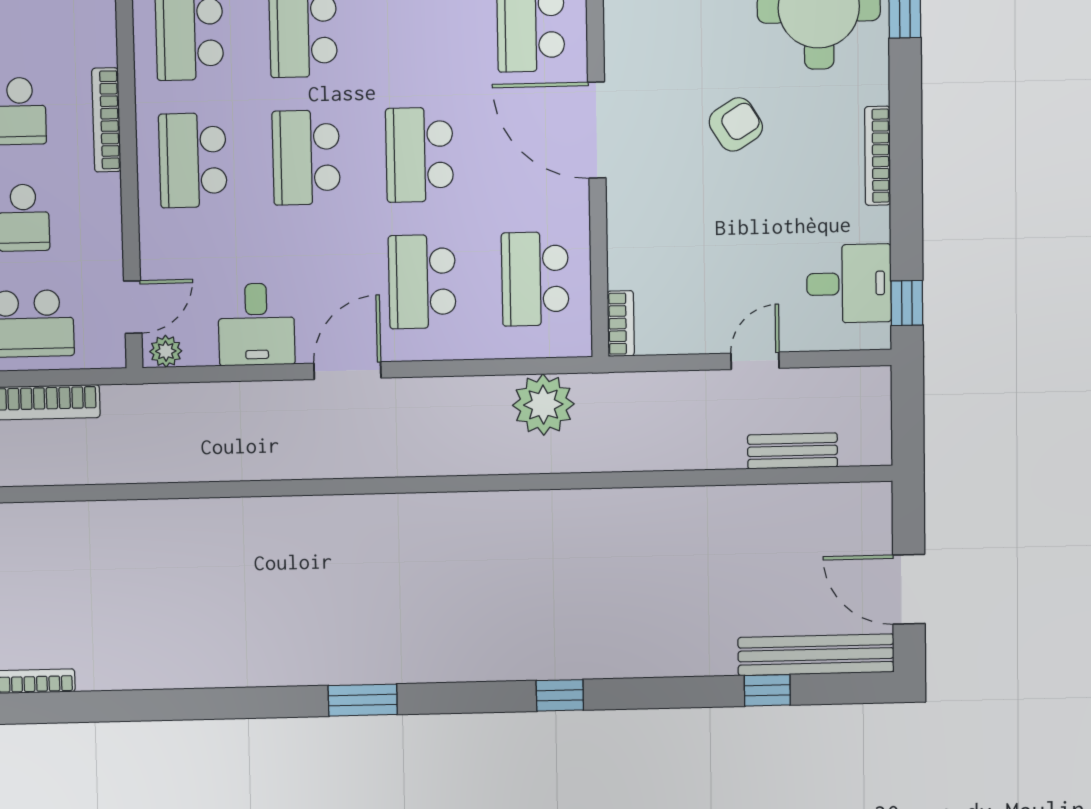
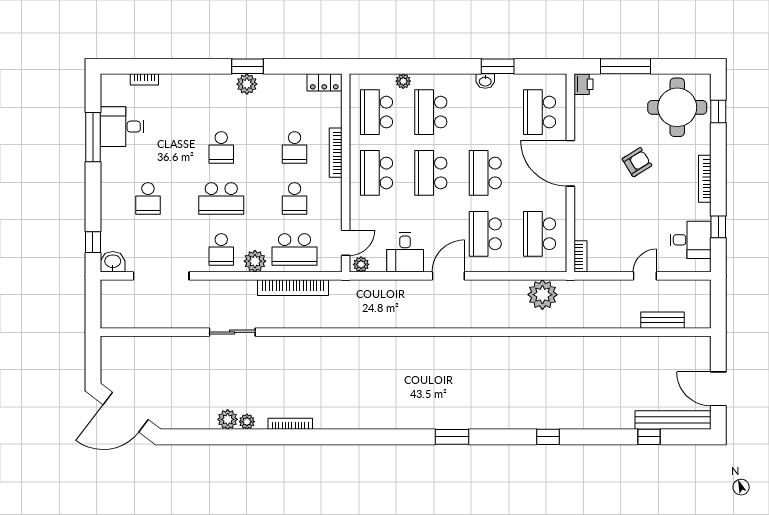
window: (907, 303) -> (718, 227), moved

